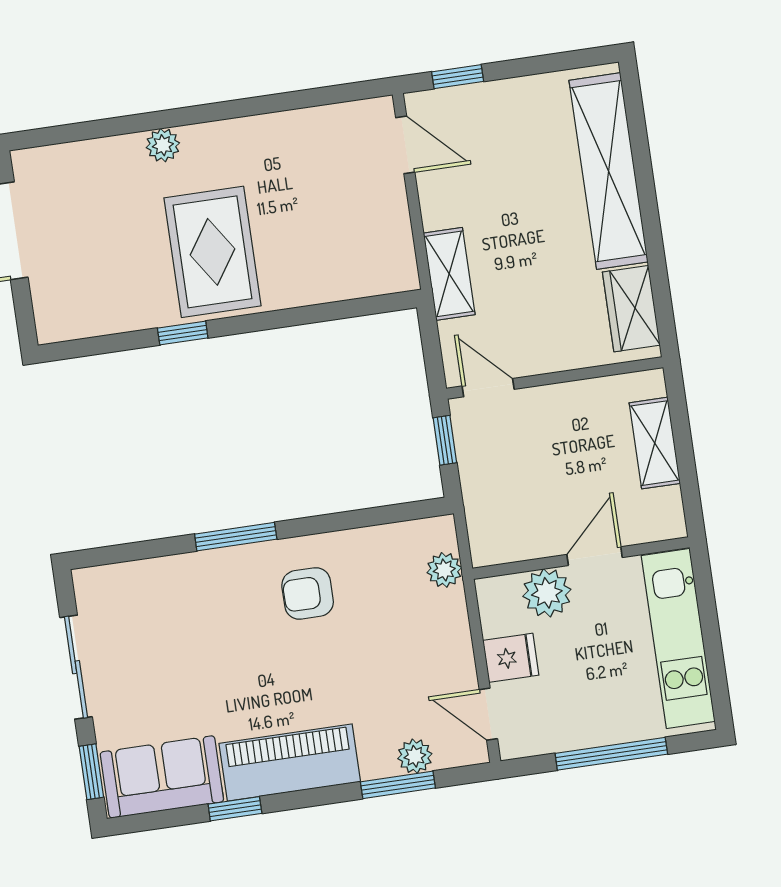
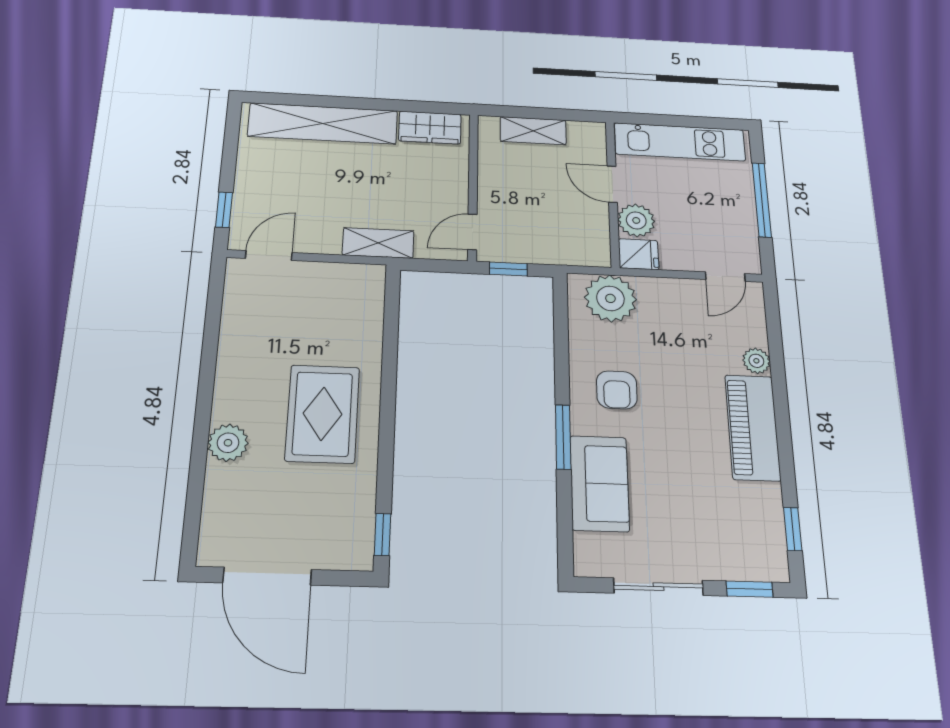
plant: (163, 145) -> (228, 443), width x1.38, depth x1.38
rug: (212, 252) -> (323, 414), turned 90
window: (183, 333) -> (383, 535), moved
plant: (444, 570) -> (610, 298), width x1.87, depth x1.87
fridge: (511, 658) -> (639, 254), moved, turned 90
plant: (415, 756) -> (756, 361), moved
sofa: (162, 777) -> (599, 483), moved, turned 180
window: (398, 785) -> (776, 350), removed
window: (235, 809) -> (793, 529), moved

